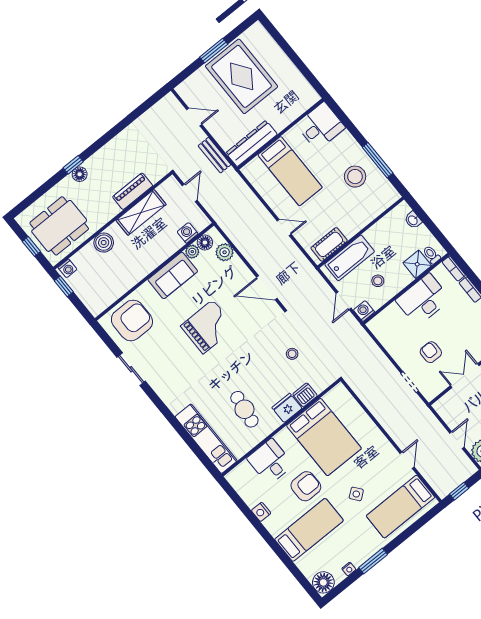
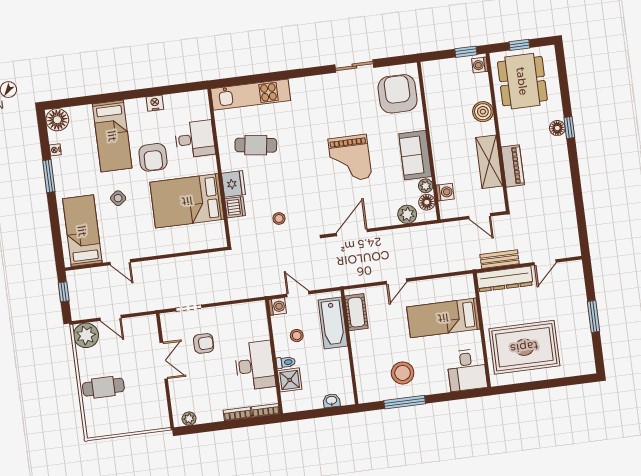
rug: (242, 76) -> (524, 347), moved
dresser: (252, 144) -> (505, 279), moved, turned 90
toilet: (432, 255) -> (286, 362), moved
armchair: (132, 320) -> (398, 94), turned 180

